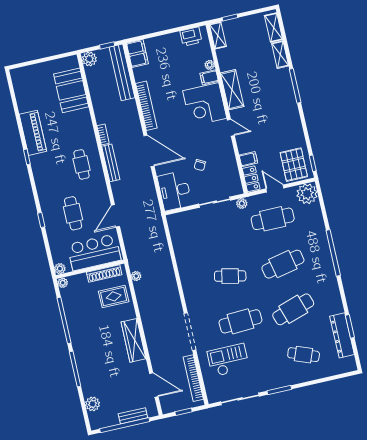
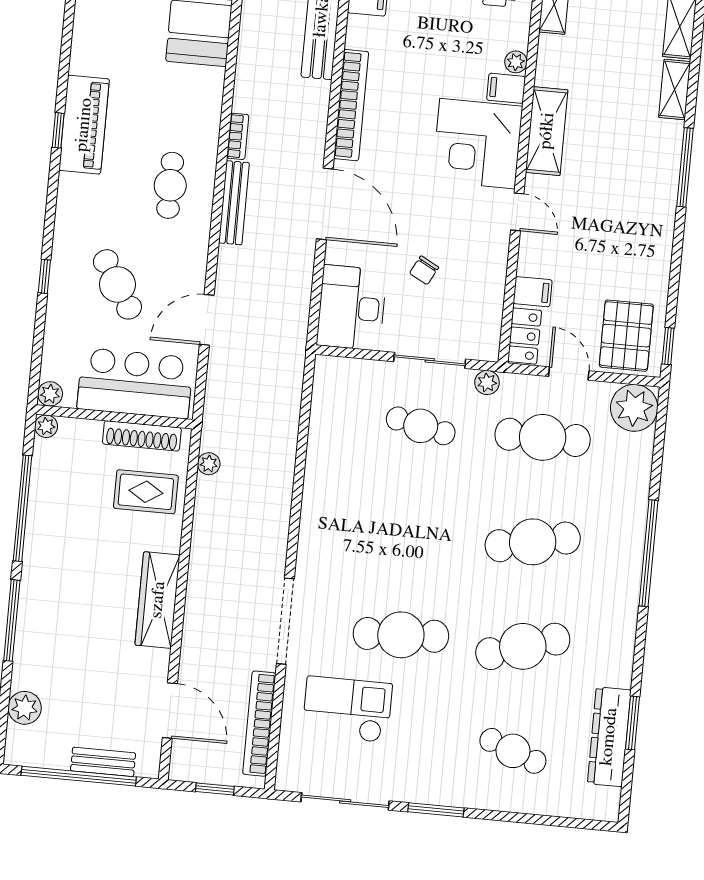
piano: (33, 133) -> (84, 125), moved
cafe table: (73, 213) -> (117, 284), turned -32
cafe table: (230, 276) -> (421, 426), moved

